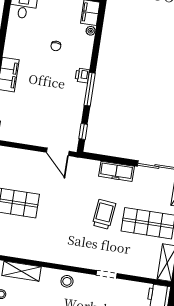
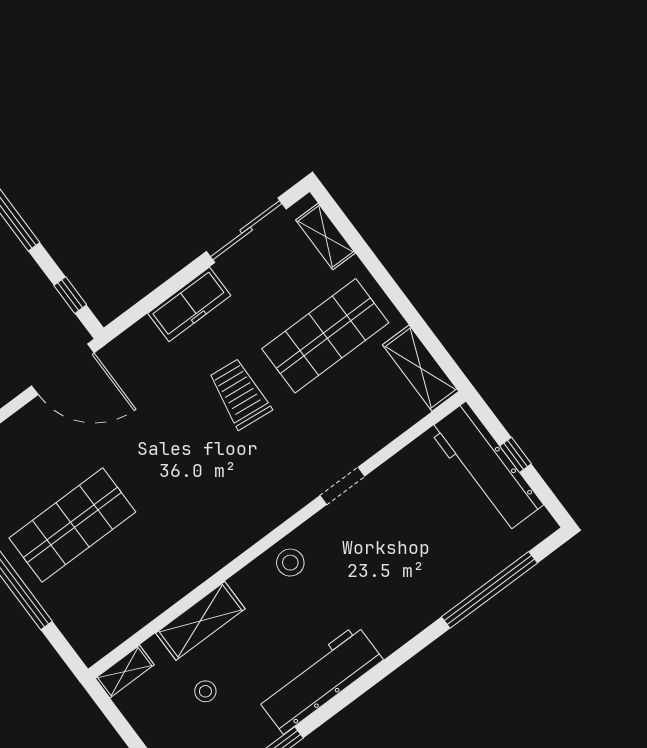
door: (58, 152) -> (63, 369), width x1.36

